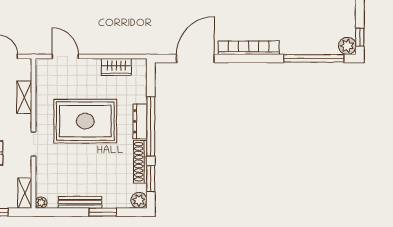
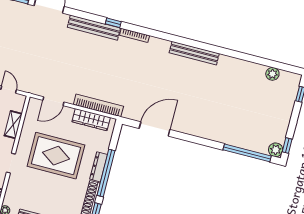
bookcase: (249, 48) -> (98, 105), moved
door: (65, 56) -> (53, 101), swing flipped
wardrobe: (116, 67) -> (91, 120), width x1.50

